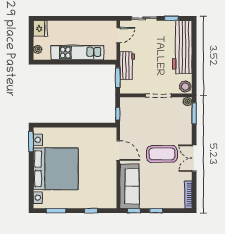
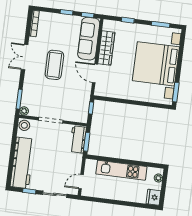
workbench: (127, 66) -> (78, 139), moved
coffee table: (162, 154) -> (54, 65), turned 90
double door: (194, 158) -> (25, 57), swing flipped
wardrobe: (110, 179) -> (106, 48), added

